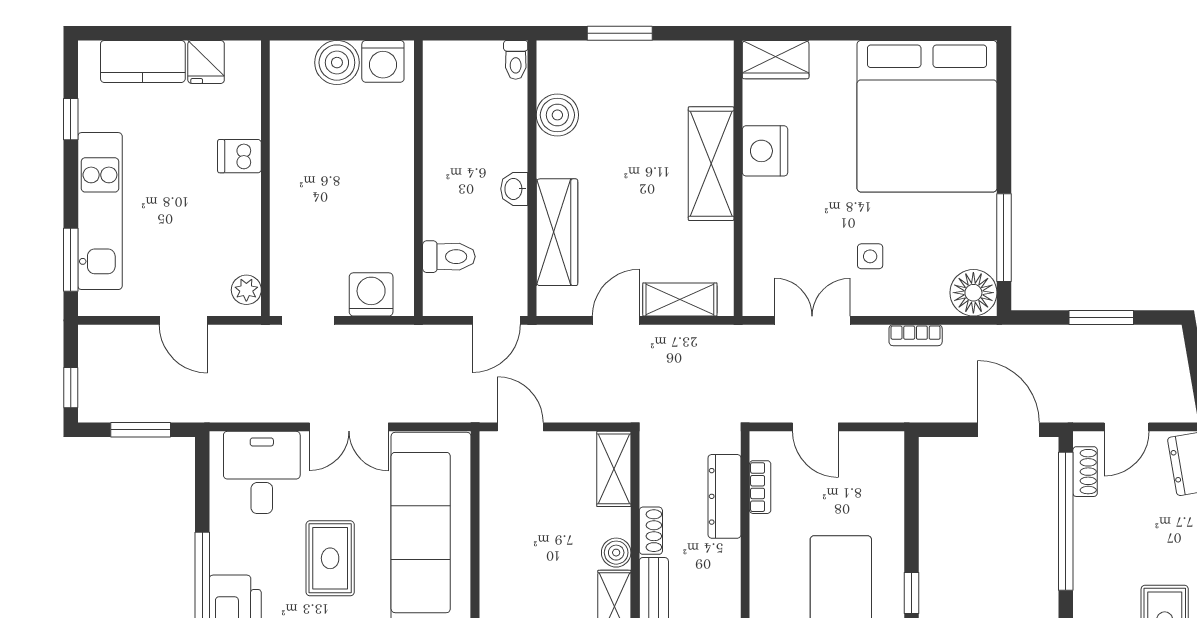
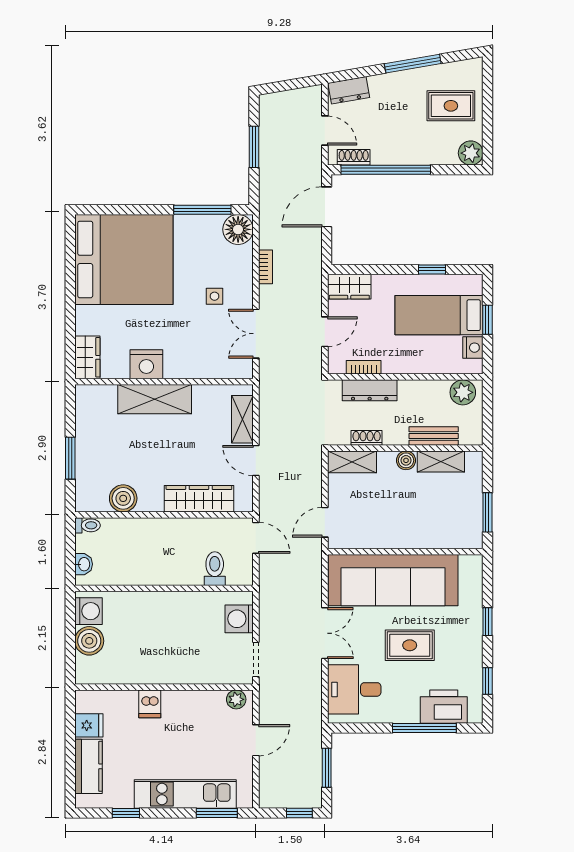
washbasin: (514, 189) -> (84, 564), moved, turned -90
wardrobe: (885, 465) -> (349, 287), added
shoe rack: (651, 531) -> (367, 438), moved

